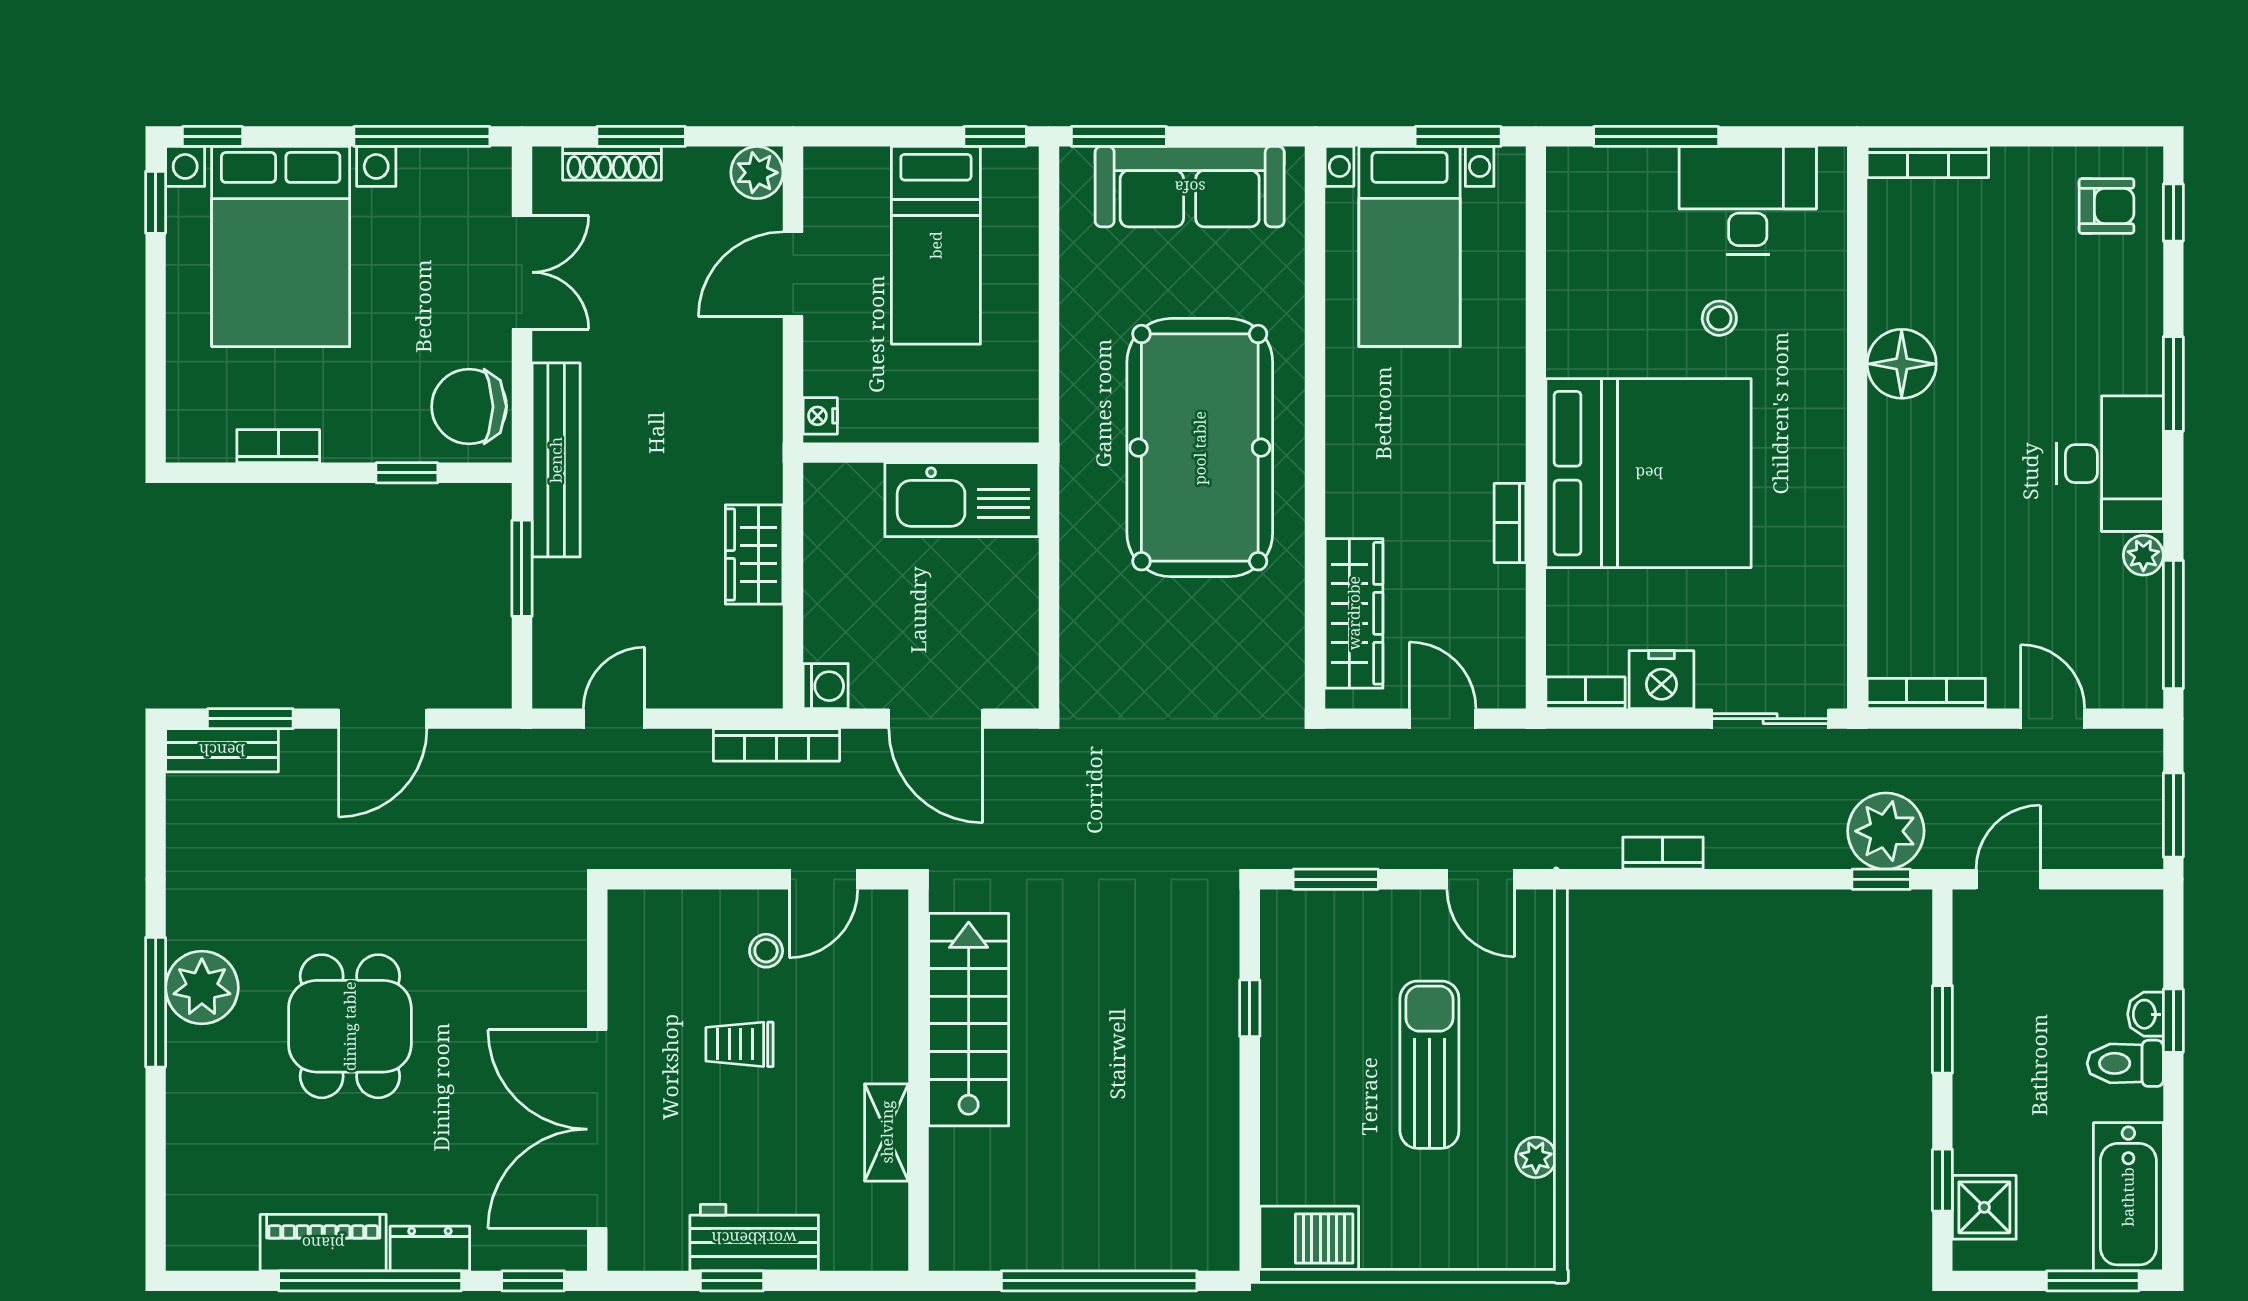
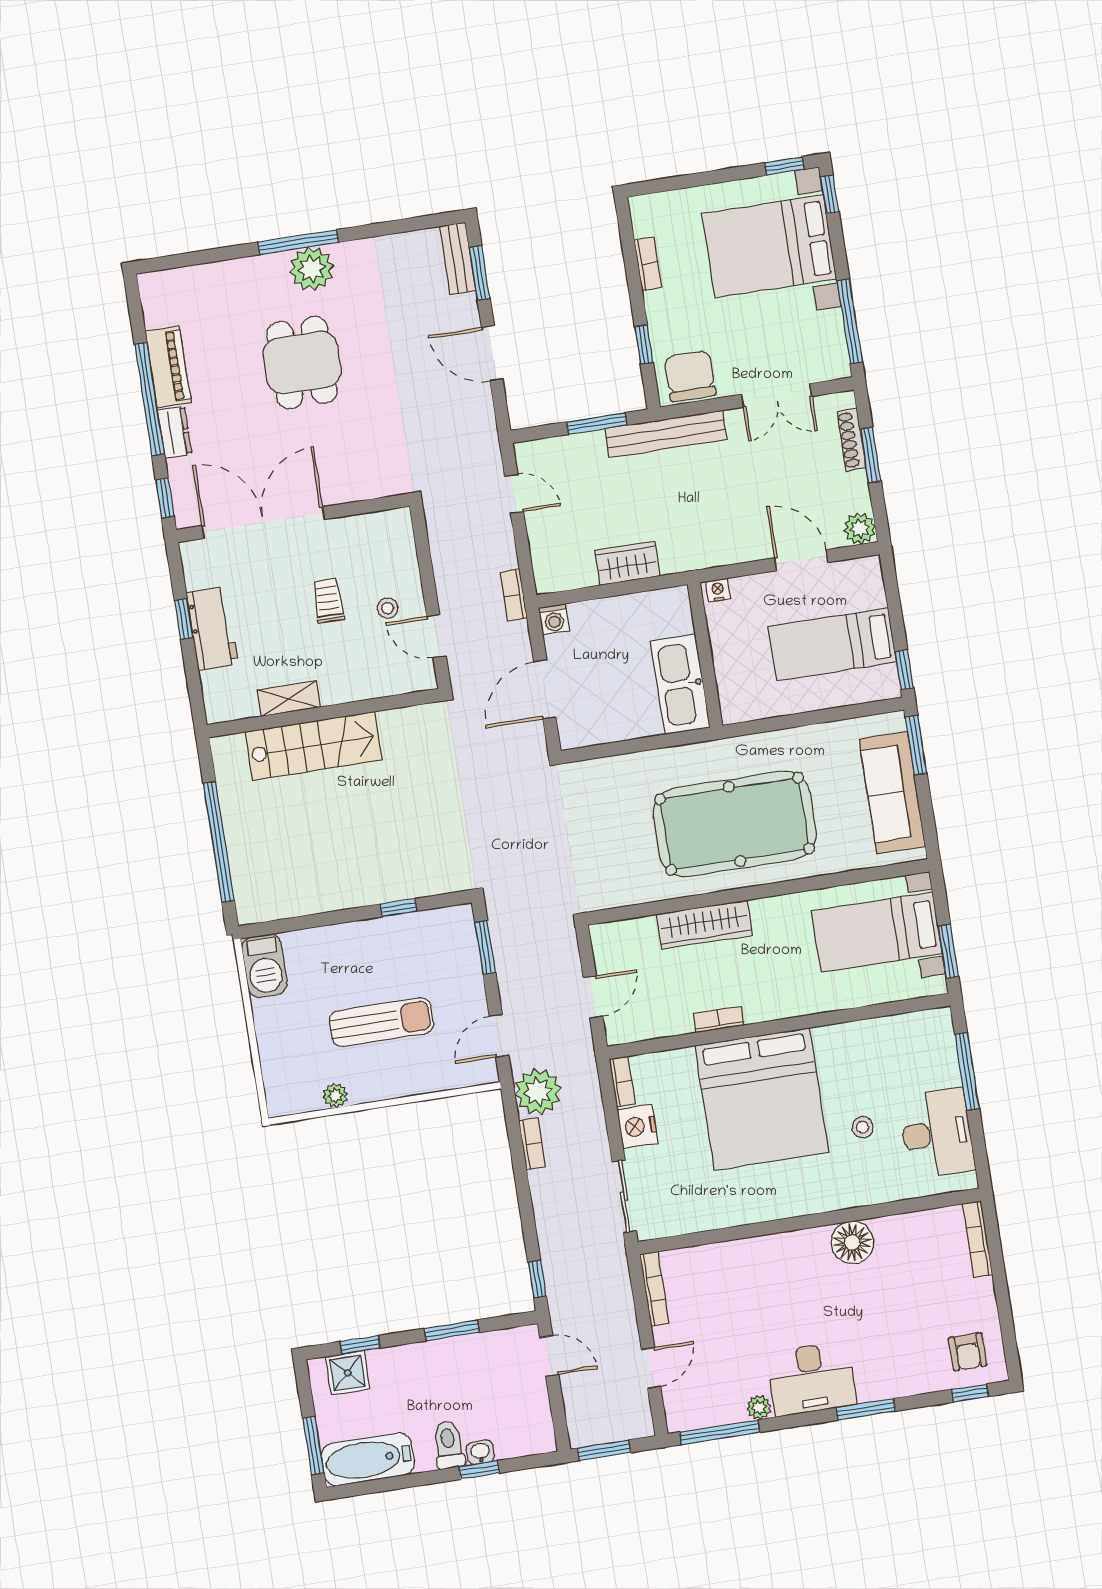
wardrobe: (1354, 613) -> (704, 925), moved
bookcase: (776, 745) -> (514, 595), width x0.64
plant: (1886, 831) -> (538, 1092), moved
stairs: (969, 1020) -> (314, 746), moved
dining table: (350, 1026) -> (302, 363), turned 90

